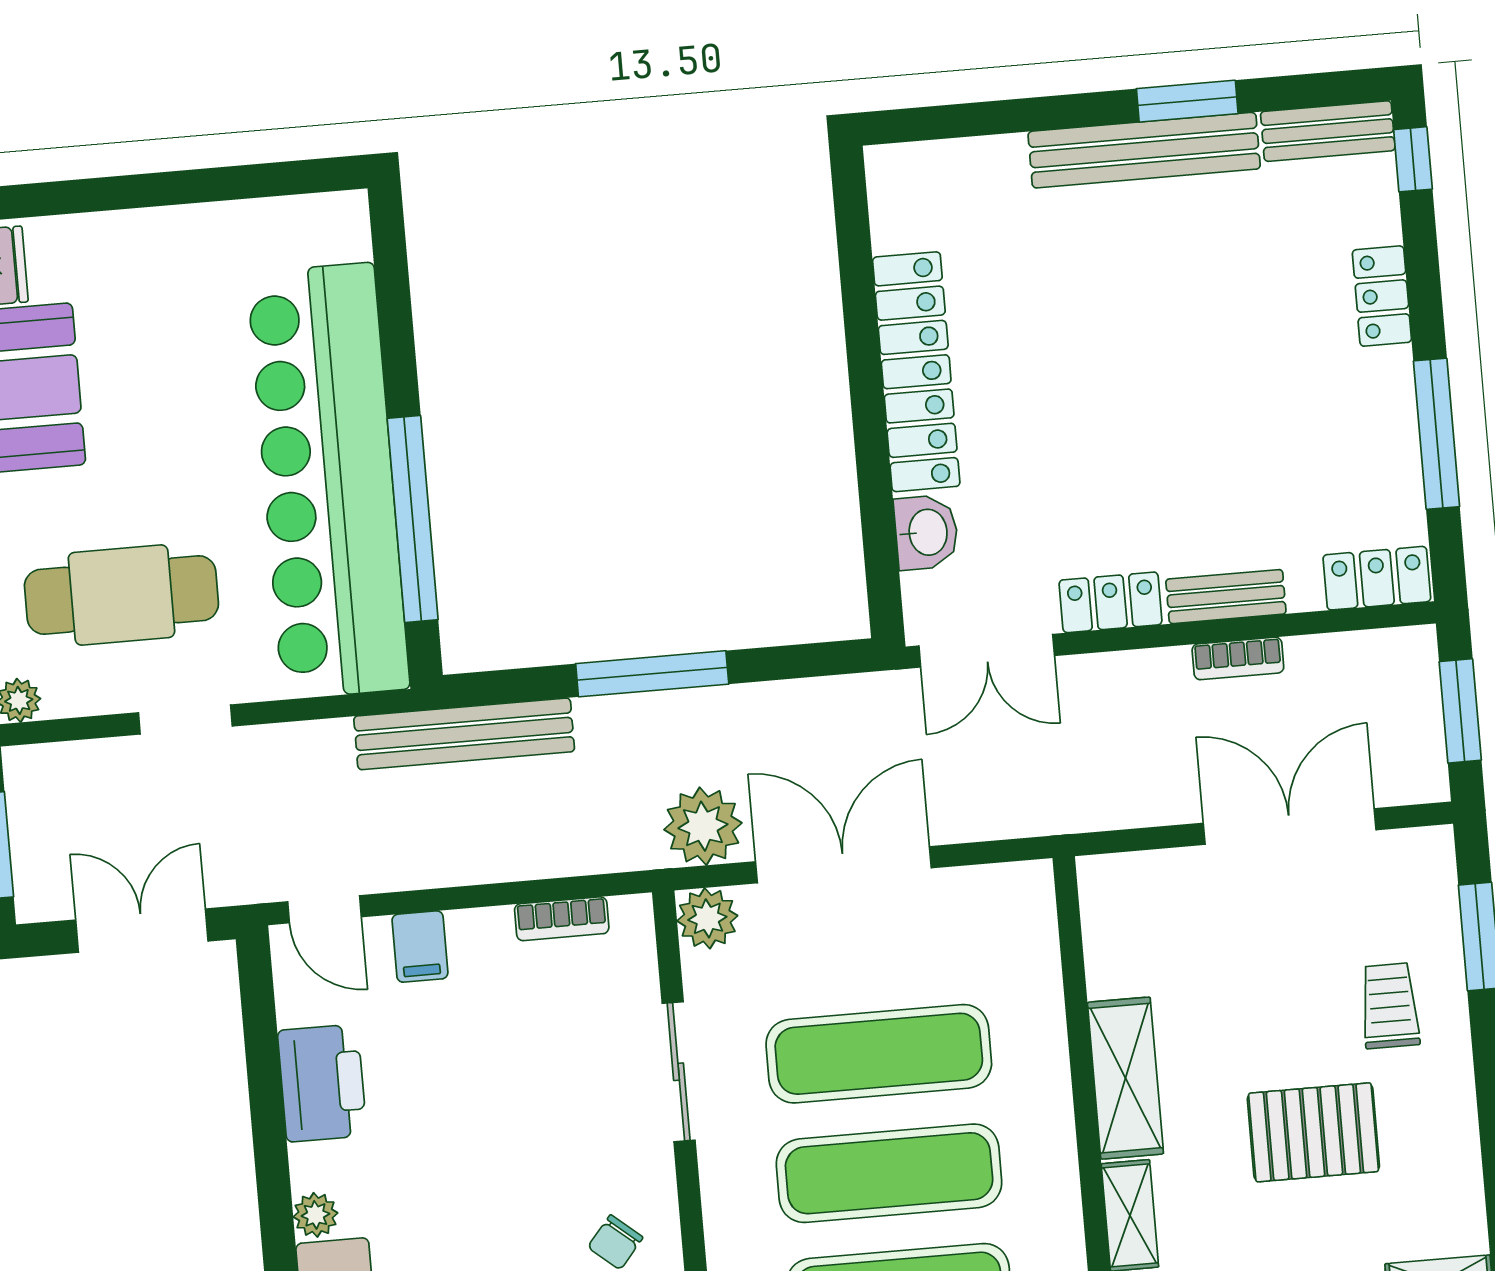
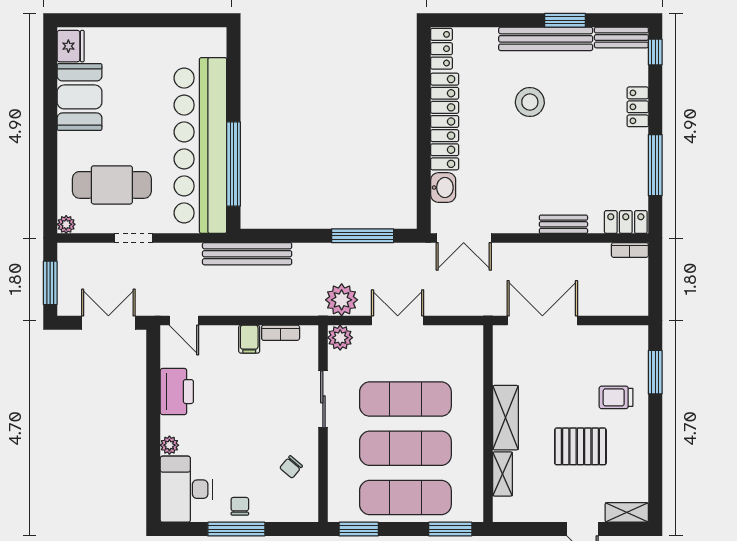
stool: (1119, 307) -> (530, 102), added
locker: (1111, 602) -> (442, 49), moved, turned 90
bookcase: (1238, 658) -> (630, 250), moved
window: (652, 674) -> (363, 236), moved
window: (1460, 711) -> (655, 279), removed
double door: (1290, 827) -> (542, 321), moved
double door: (843, 865) -> (398, 321), width x0.73
filing cabinet: (420, 947) -> (249, 339), moved
trolley: (1390, 1006) -> (616, 397), turned -90

